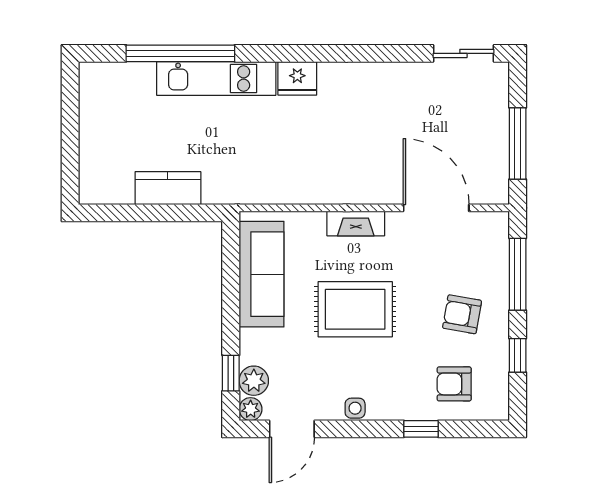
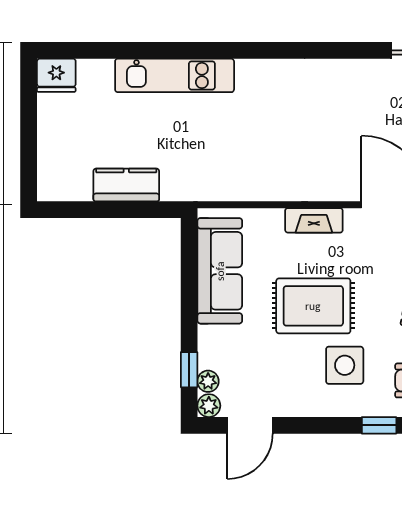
window: (180, 53) -> (139, 50), removed
fridge: (297, 78) -> (56, 75), moved
plant: (254, 381) -> (208, 381), width x0.73, depth x0.73
side table: (355, 408) -> (345, 365), moved, width x1.87, depth x1.87

